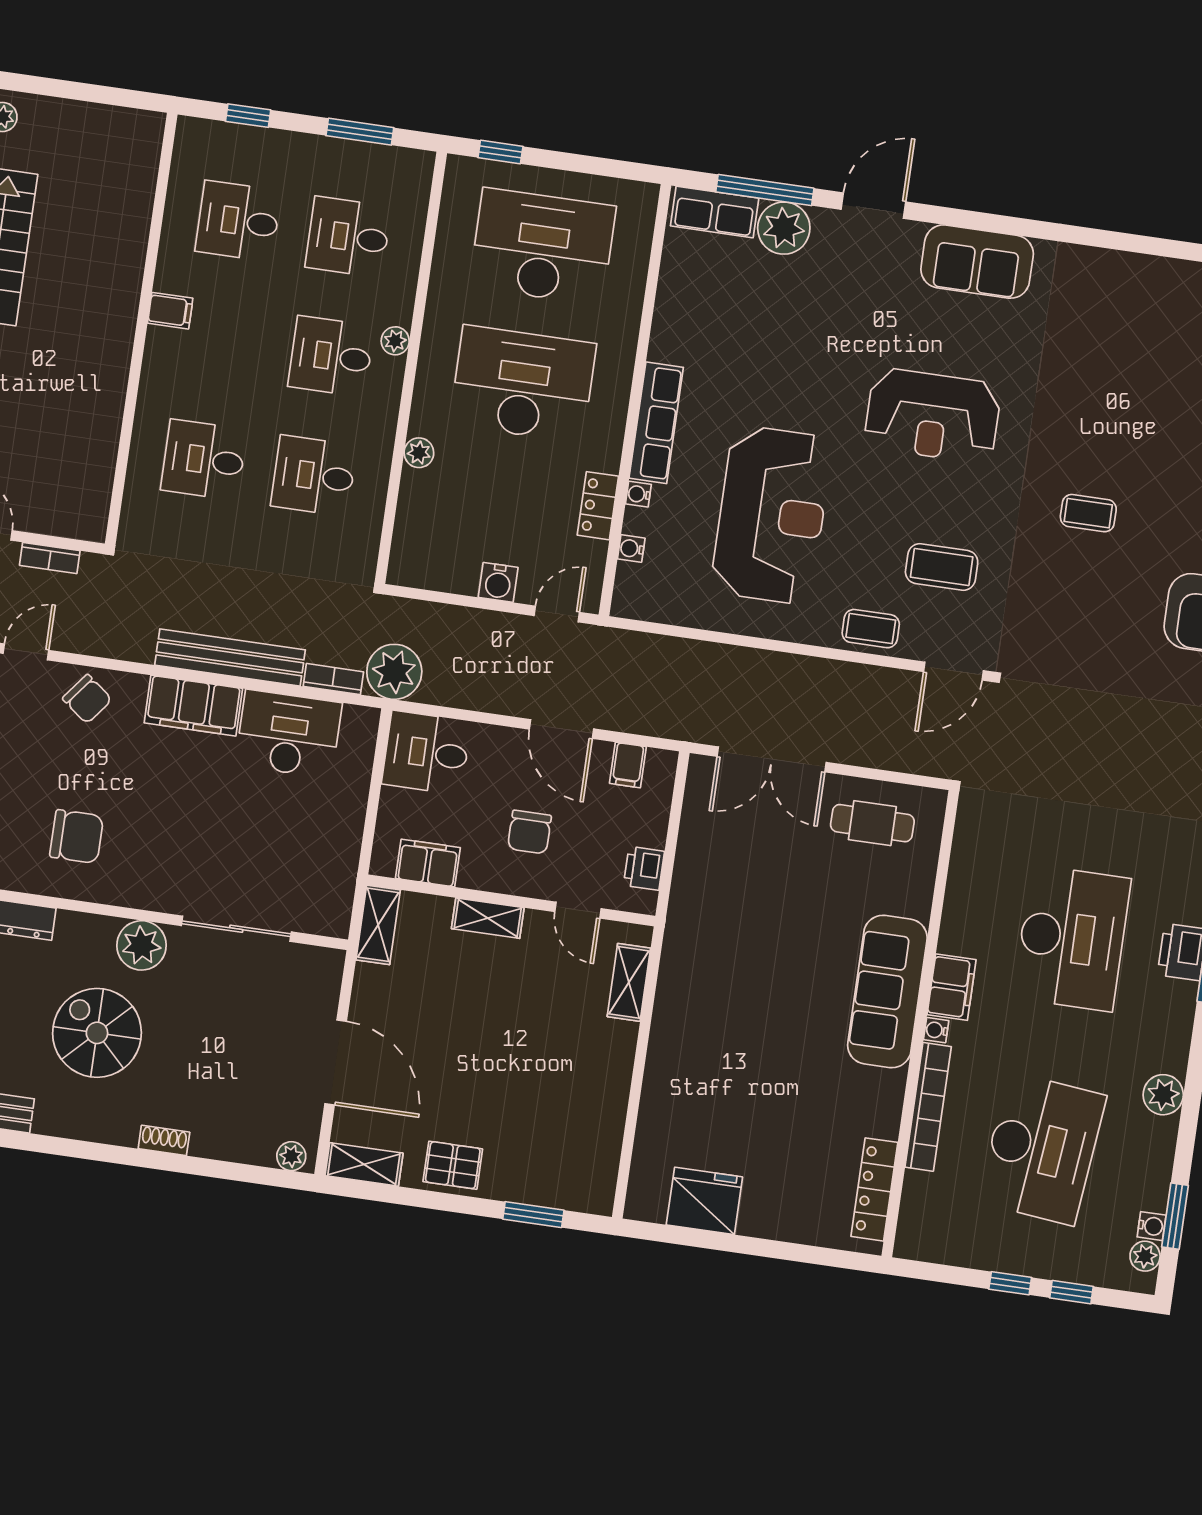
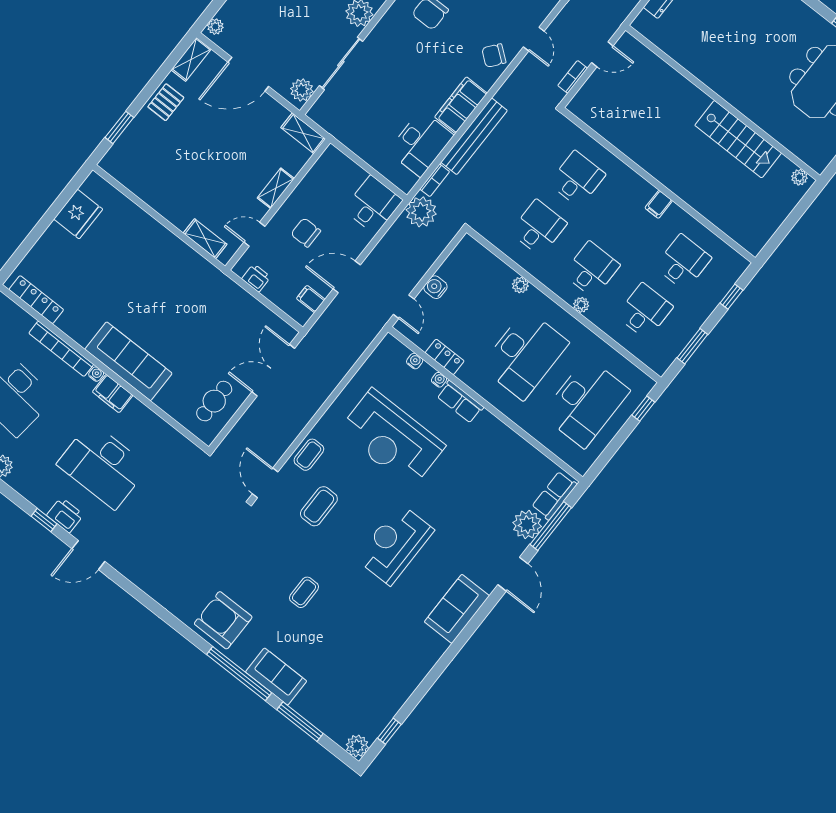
row of seats: (656, 423) -> (460, 402), width x0.68
filing cabinet: (428, 863) -> (319, 175), removed
plant: (312, 966) -> (302, 90), added

